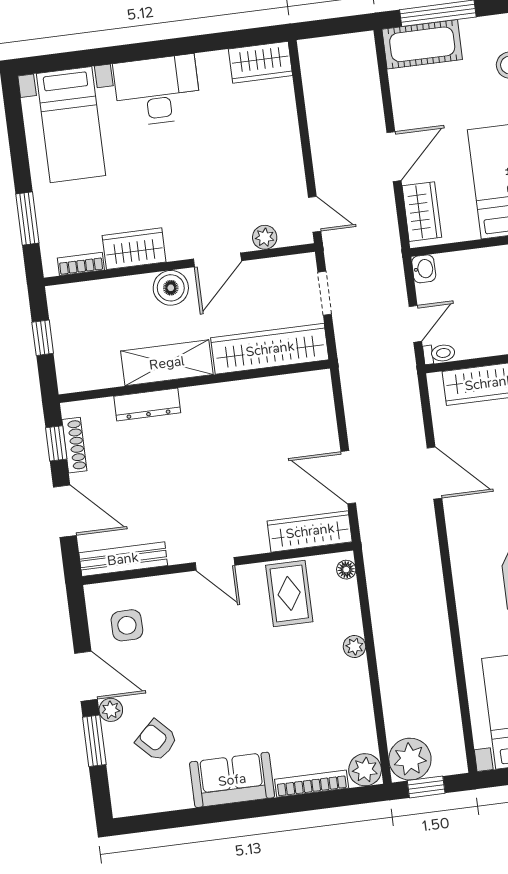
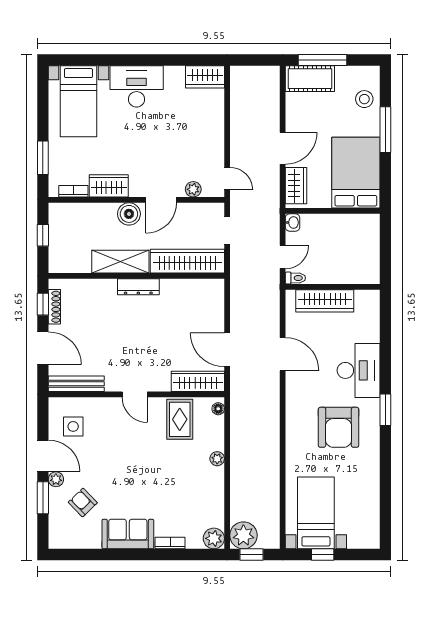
dresser: (147, 404) -> (138, 287), moved
bookcase: (312, 784) -> (170, 543), width x0.64

